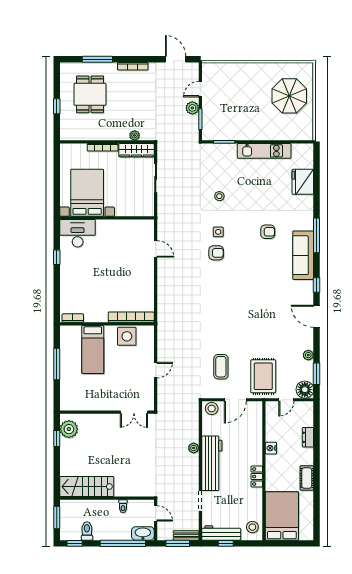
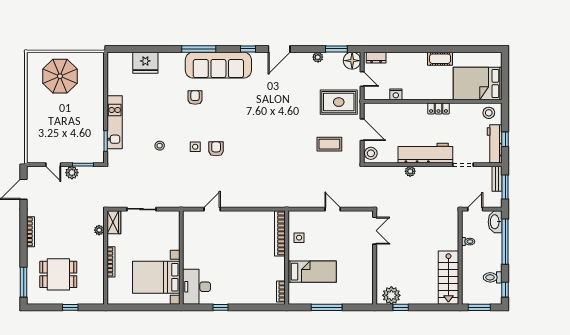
window: (97, 59) -> (24, 282), moved
wardrobe: (136, 150) -> (114, 222), width x0.67
kitchen unit: (264, 151) -> (115, 122), moved
sofa: (303, 255) -> (218, 65), width x1.36, depth x1.27
side table: (127, 336) -> (299, 238), width x0.54, depth x0.54
dresser: (308, 437) -> (376, 58), moved
nightstand: (271, 448) -> (396, 94), moved

